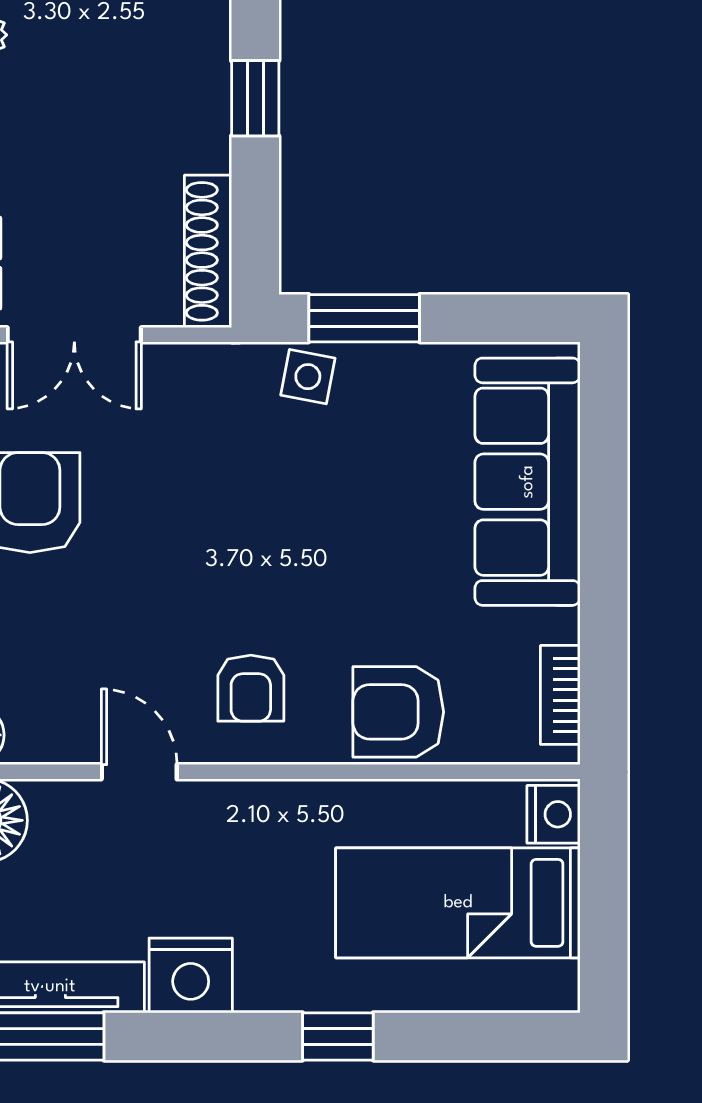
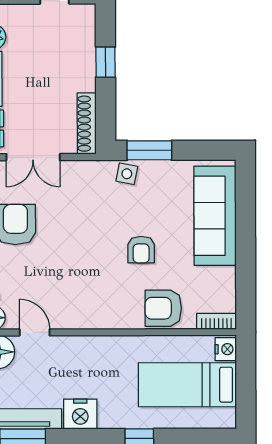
armchair: (251, 688) -> (141, 250), moved
bookcase: (560, 695) -> (216, 321), moved, turned 90
door: (139, 772) -> (35, 332), moved

